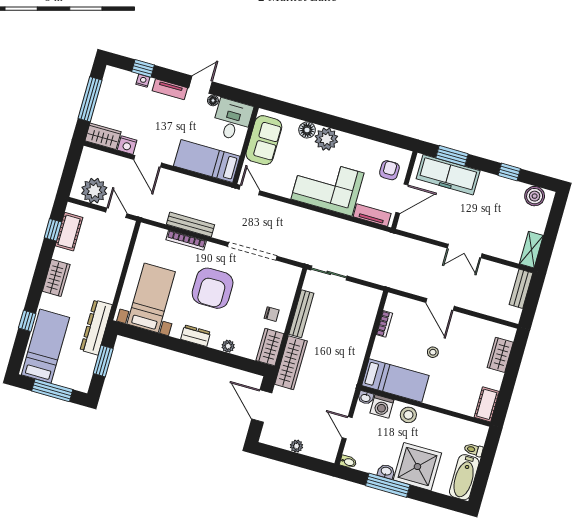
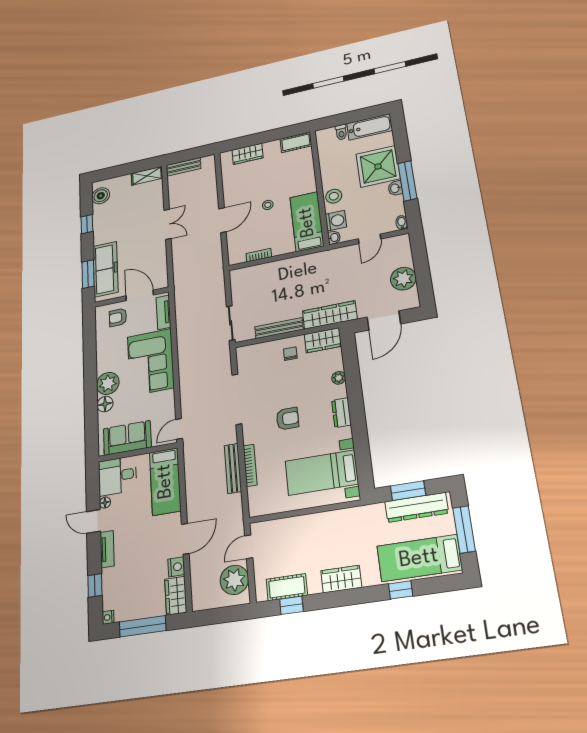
nightstand: (143, 81) -> (108, 617), moved
armchair: (213, 288) -> (287, 419), width x0.53, depth x0.53
dresser: (96, 327) -> (417, 507), moved
plant: (297, 446) -> (403, 279), width x1.87, depth x1.87

